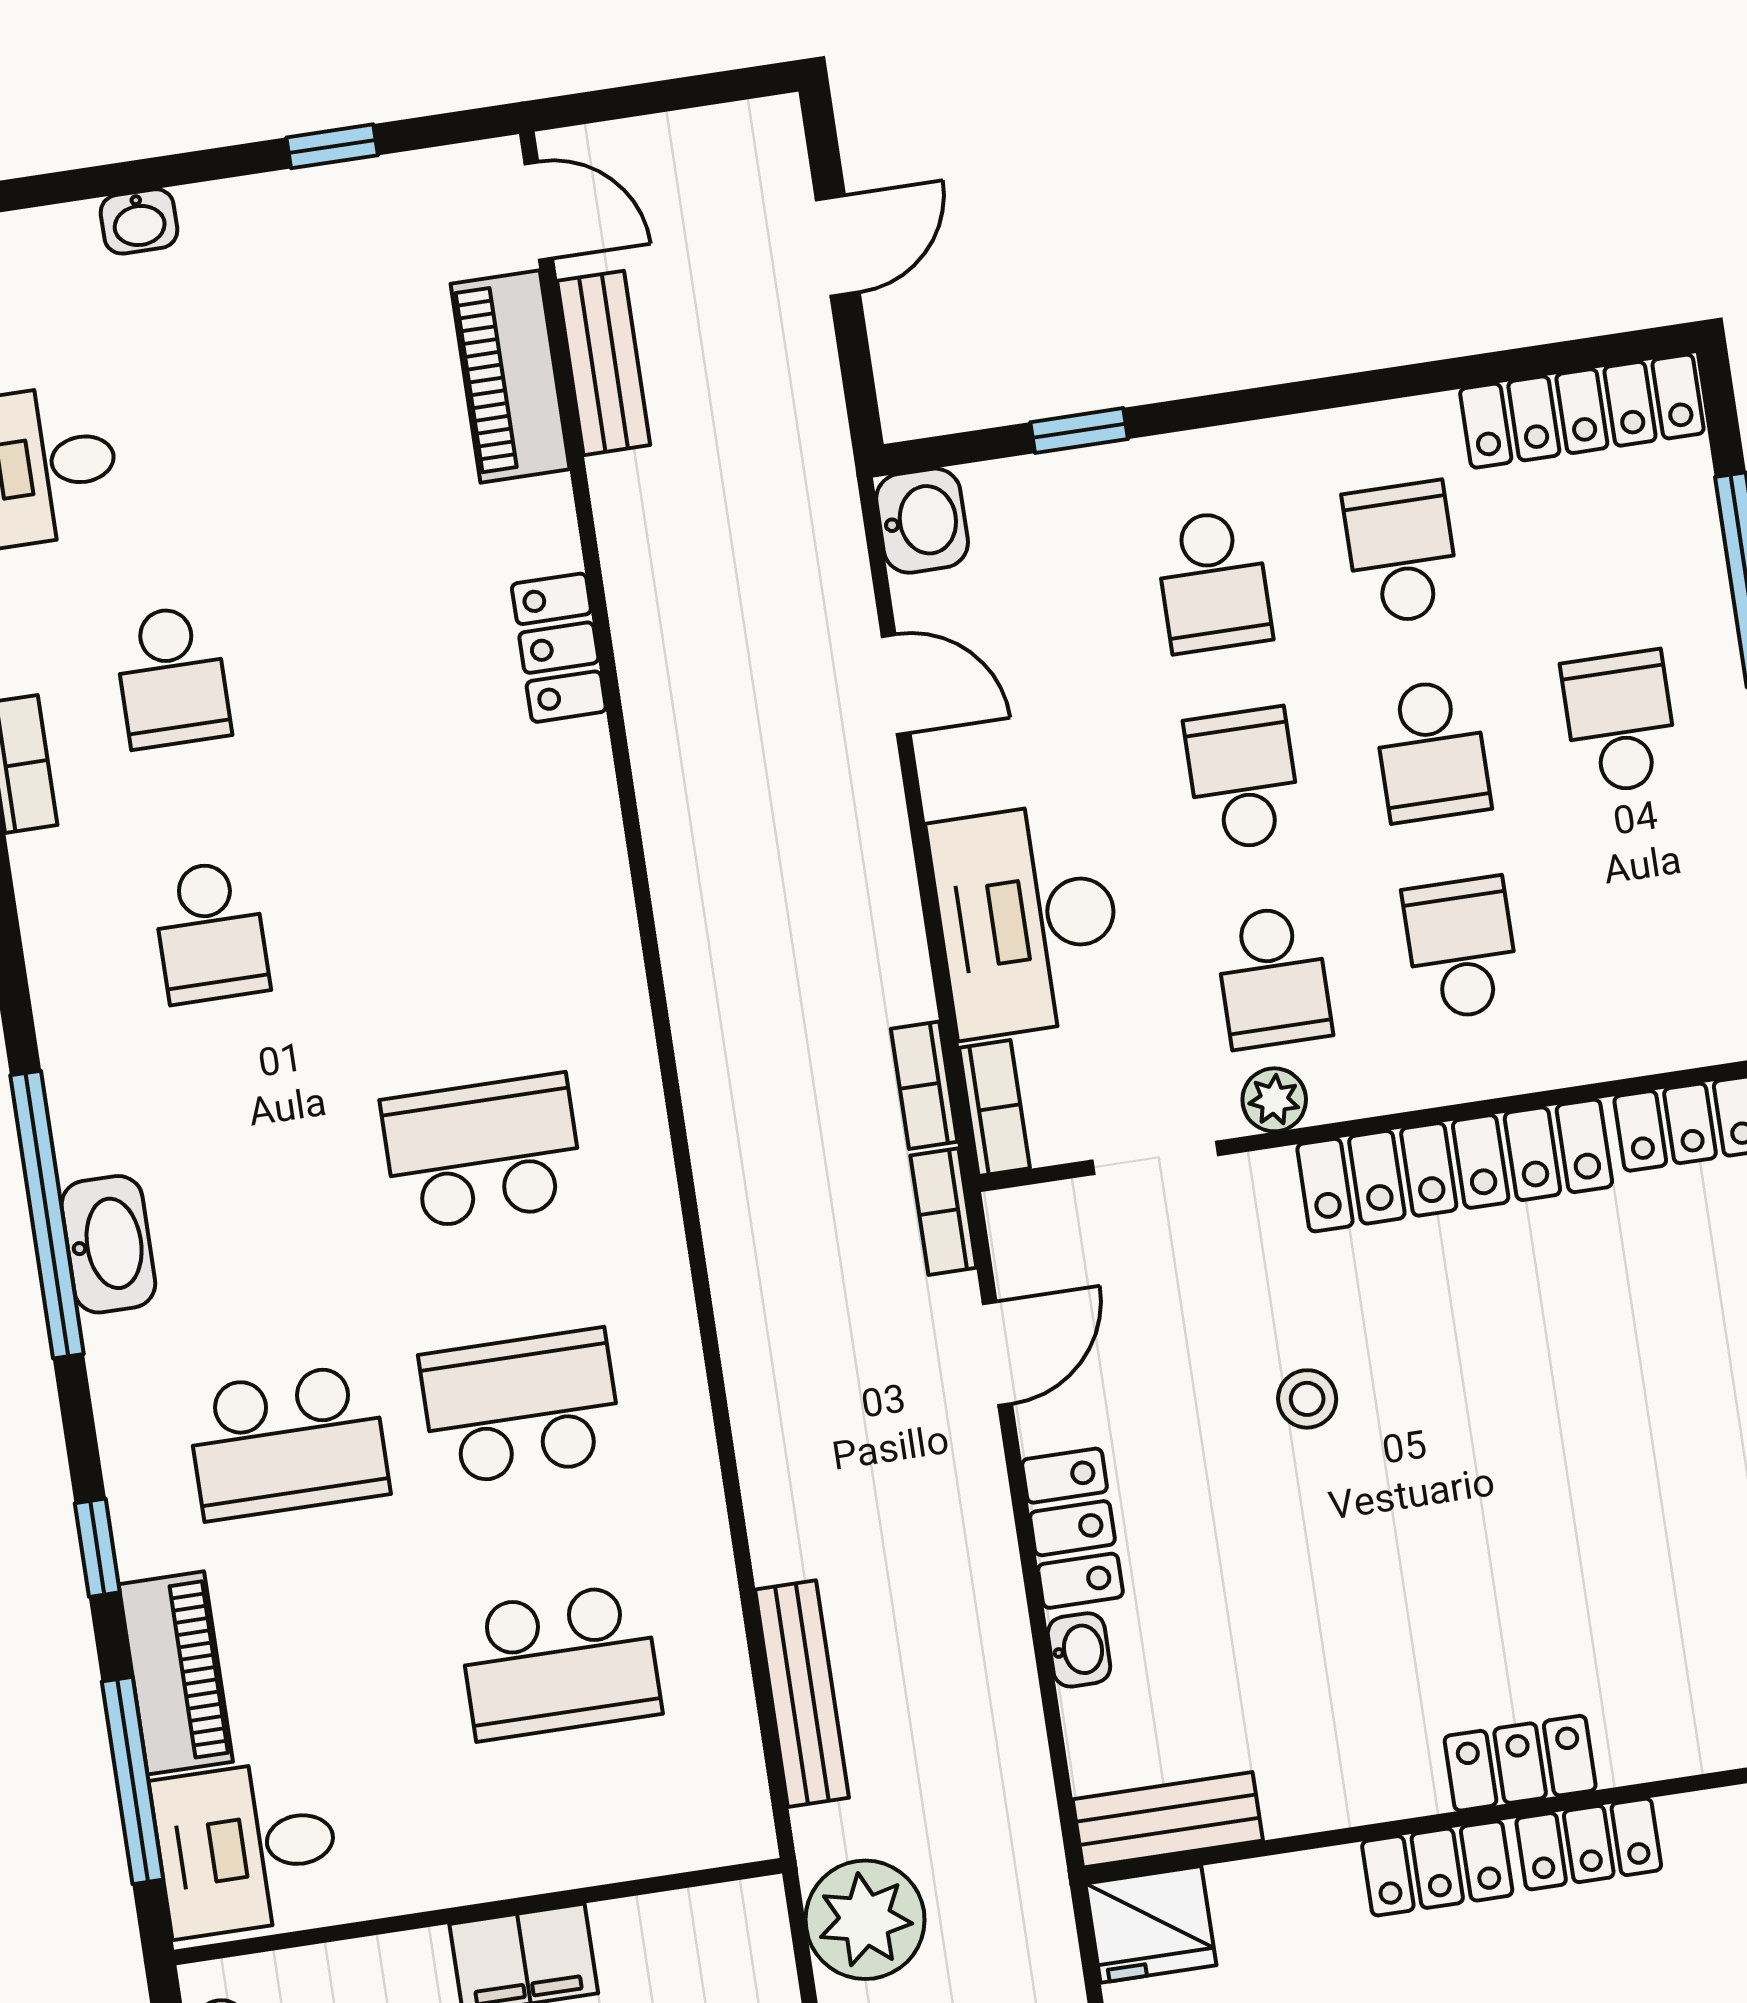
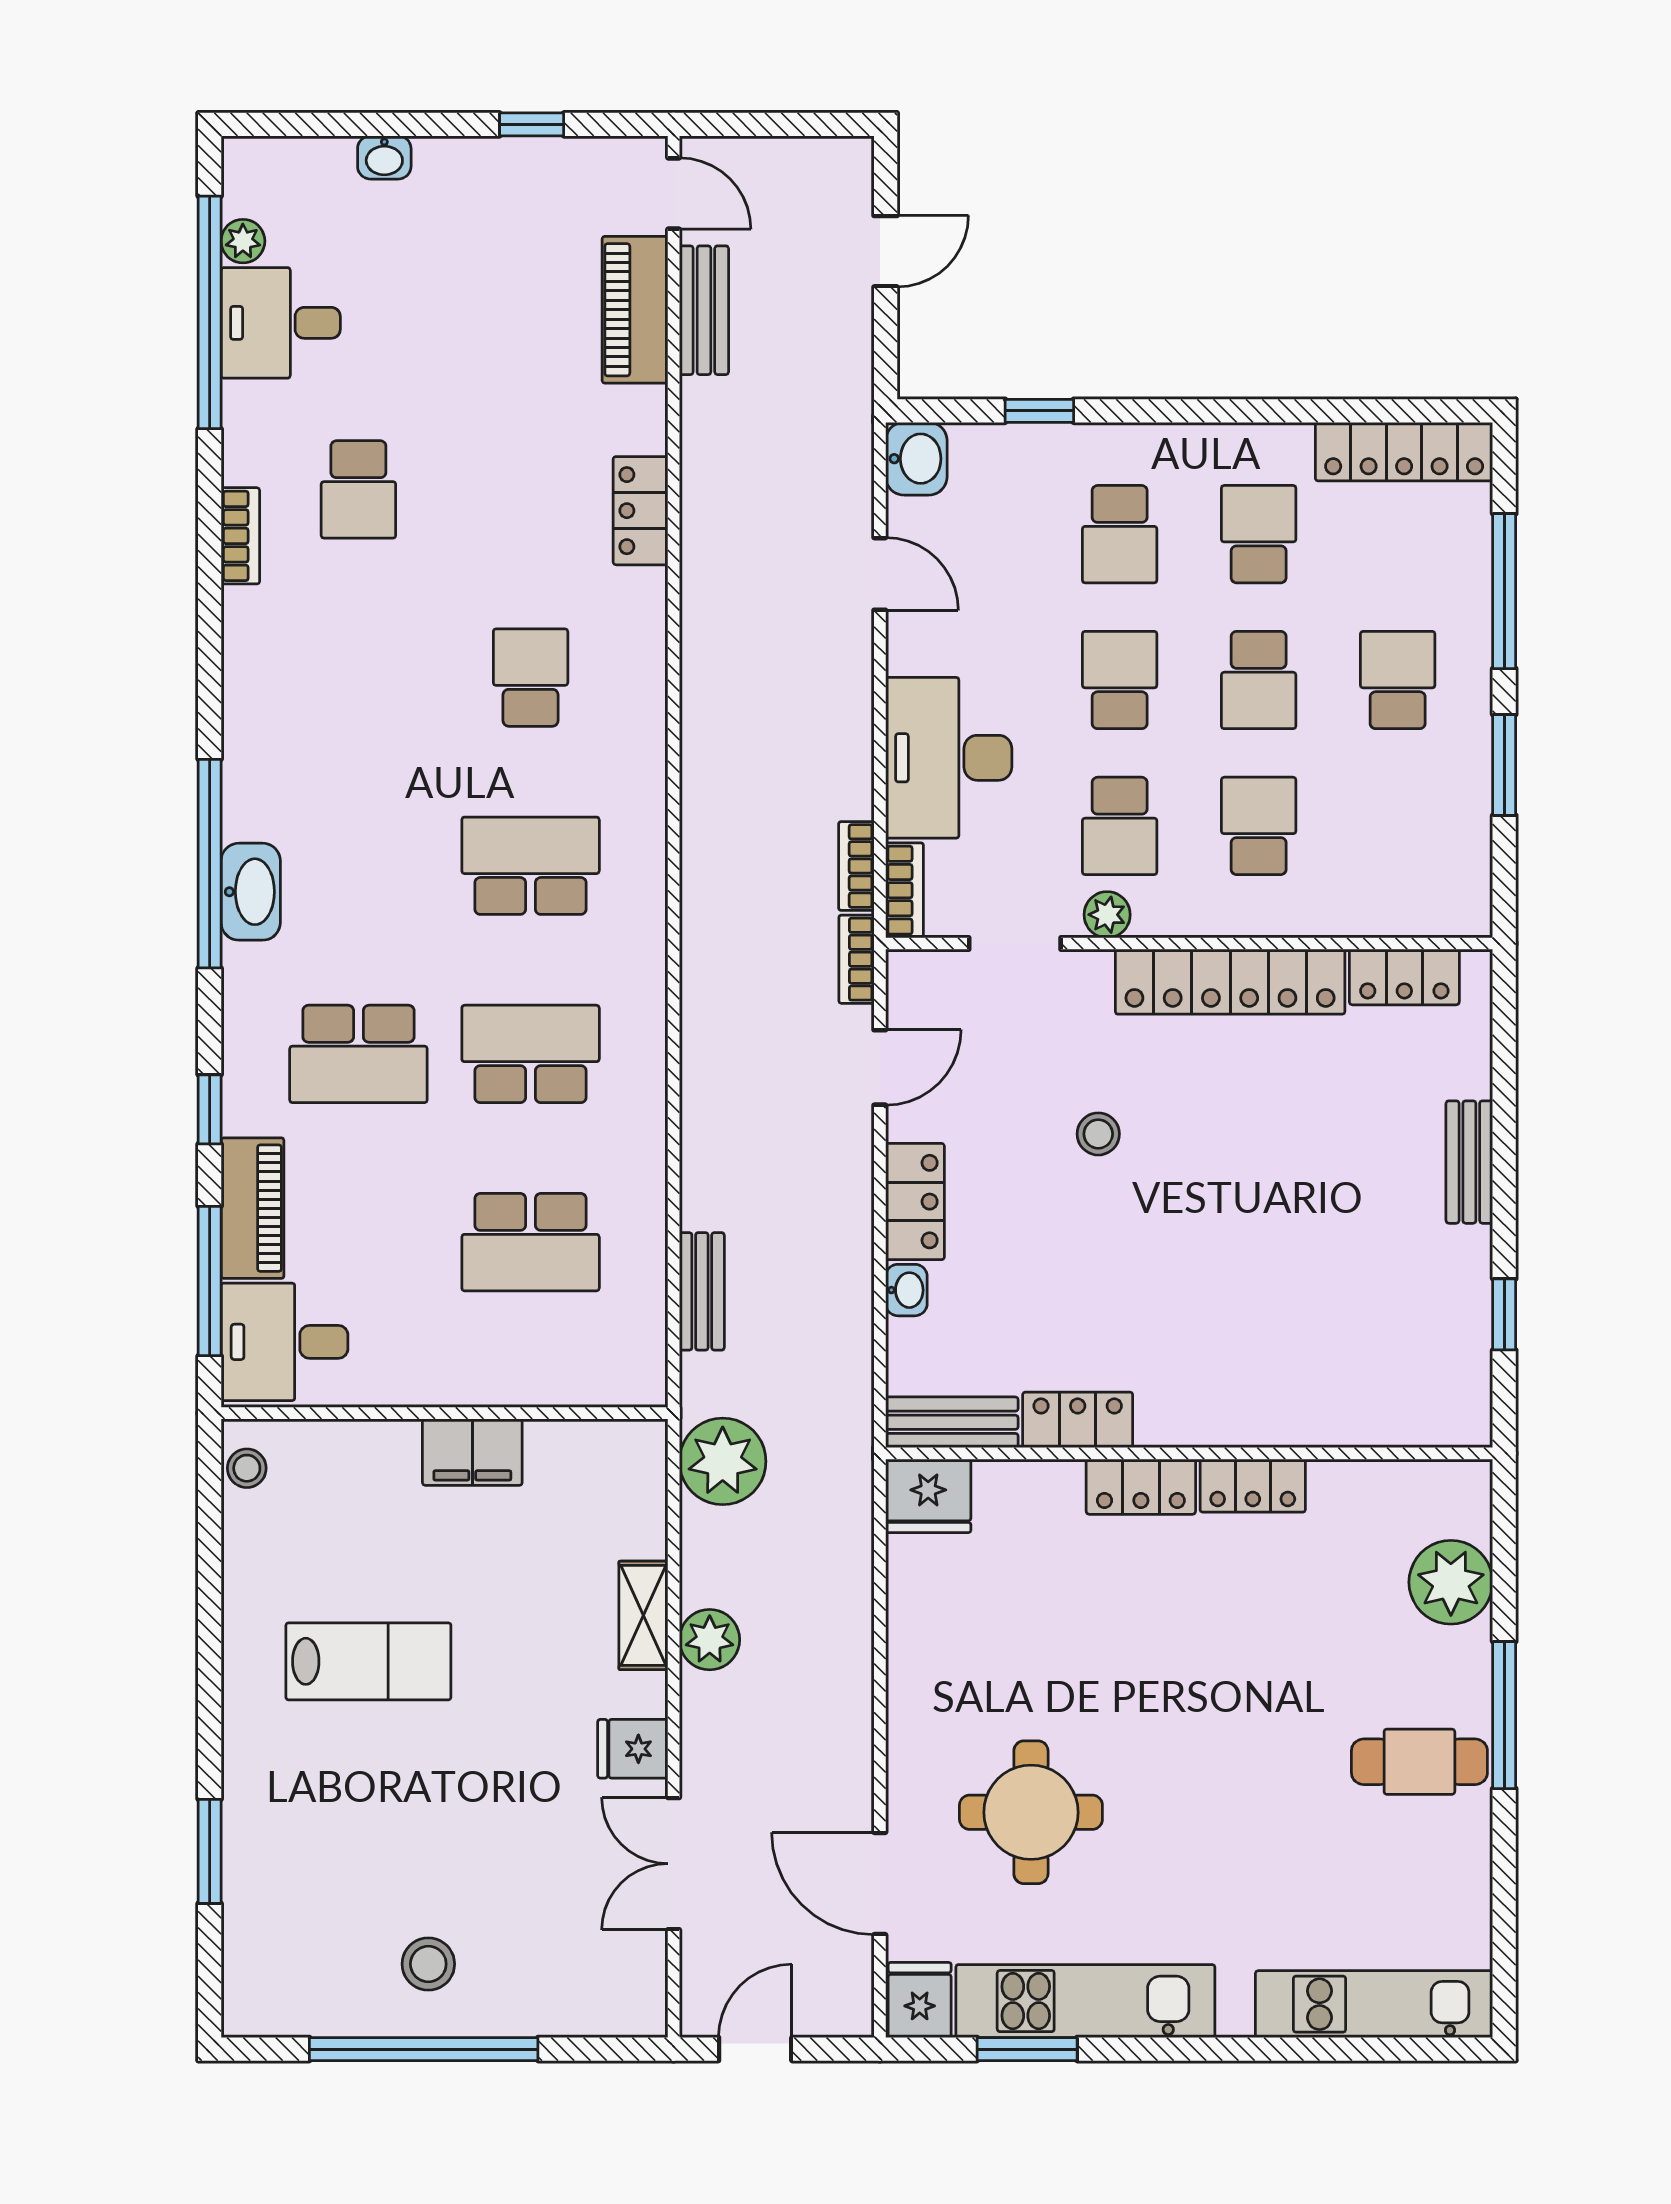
school desk: (211, 932) -> (531, 678), moved, turned 180
bench: (802, 1694) -> (702, 1291), width x0.73
locker: (1520, 1763) -> (1078, 1420), moved

